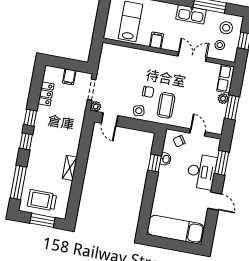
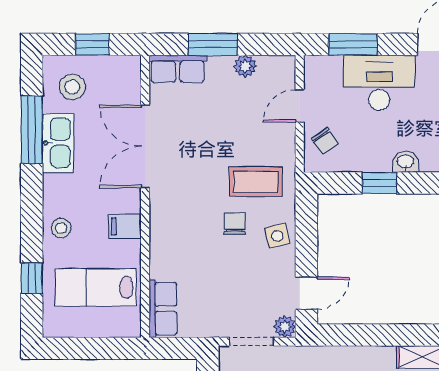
kitchen sink: (191, 14) -> (58, 143), moved
stool: (220, 45) -> (61, 228), moved
row of seats: (115, 51) -> (163, 309), added
double door: (192, 57) -> (145, 146), width x1.37
plant: (223, 99) -> (245, 66), moved
window: (232, 107) -> (213, 44), moved
washbasin: (166, 159) -> (405, 162), moved

